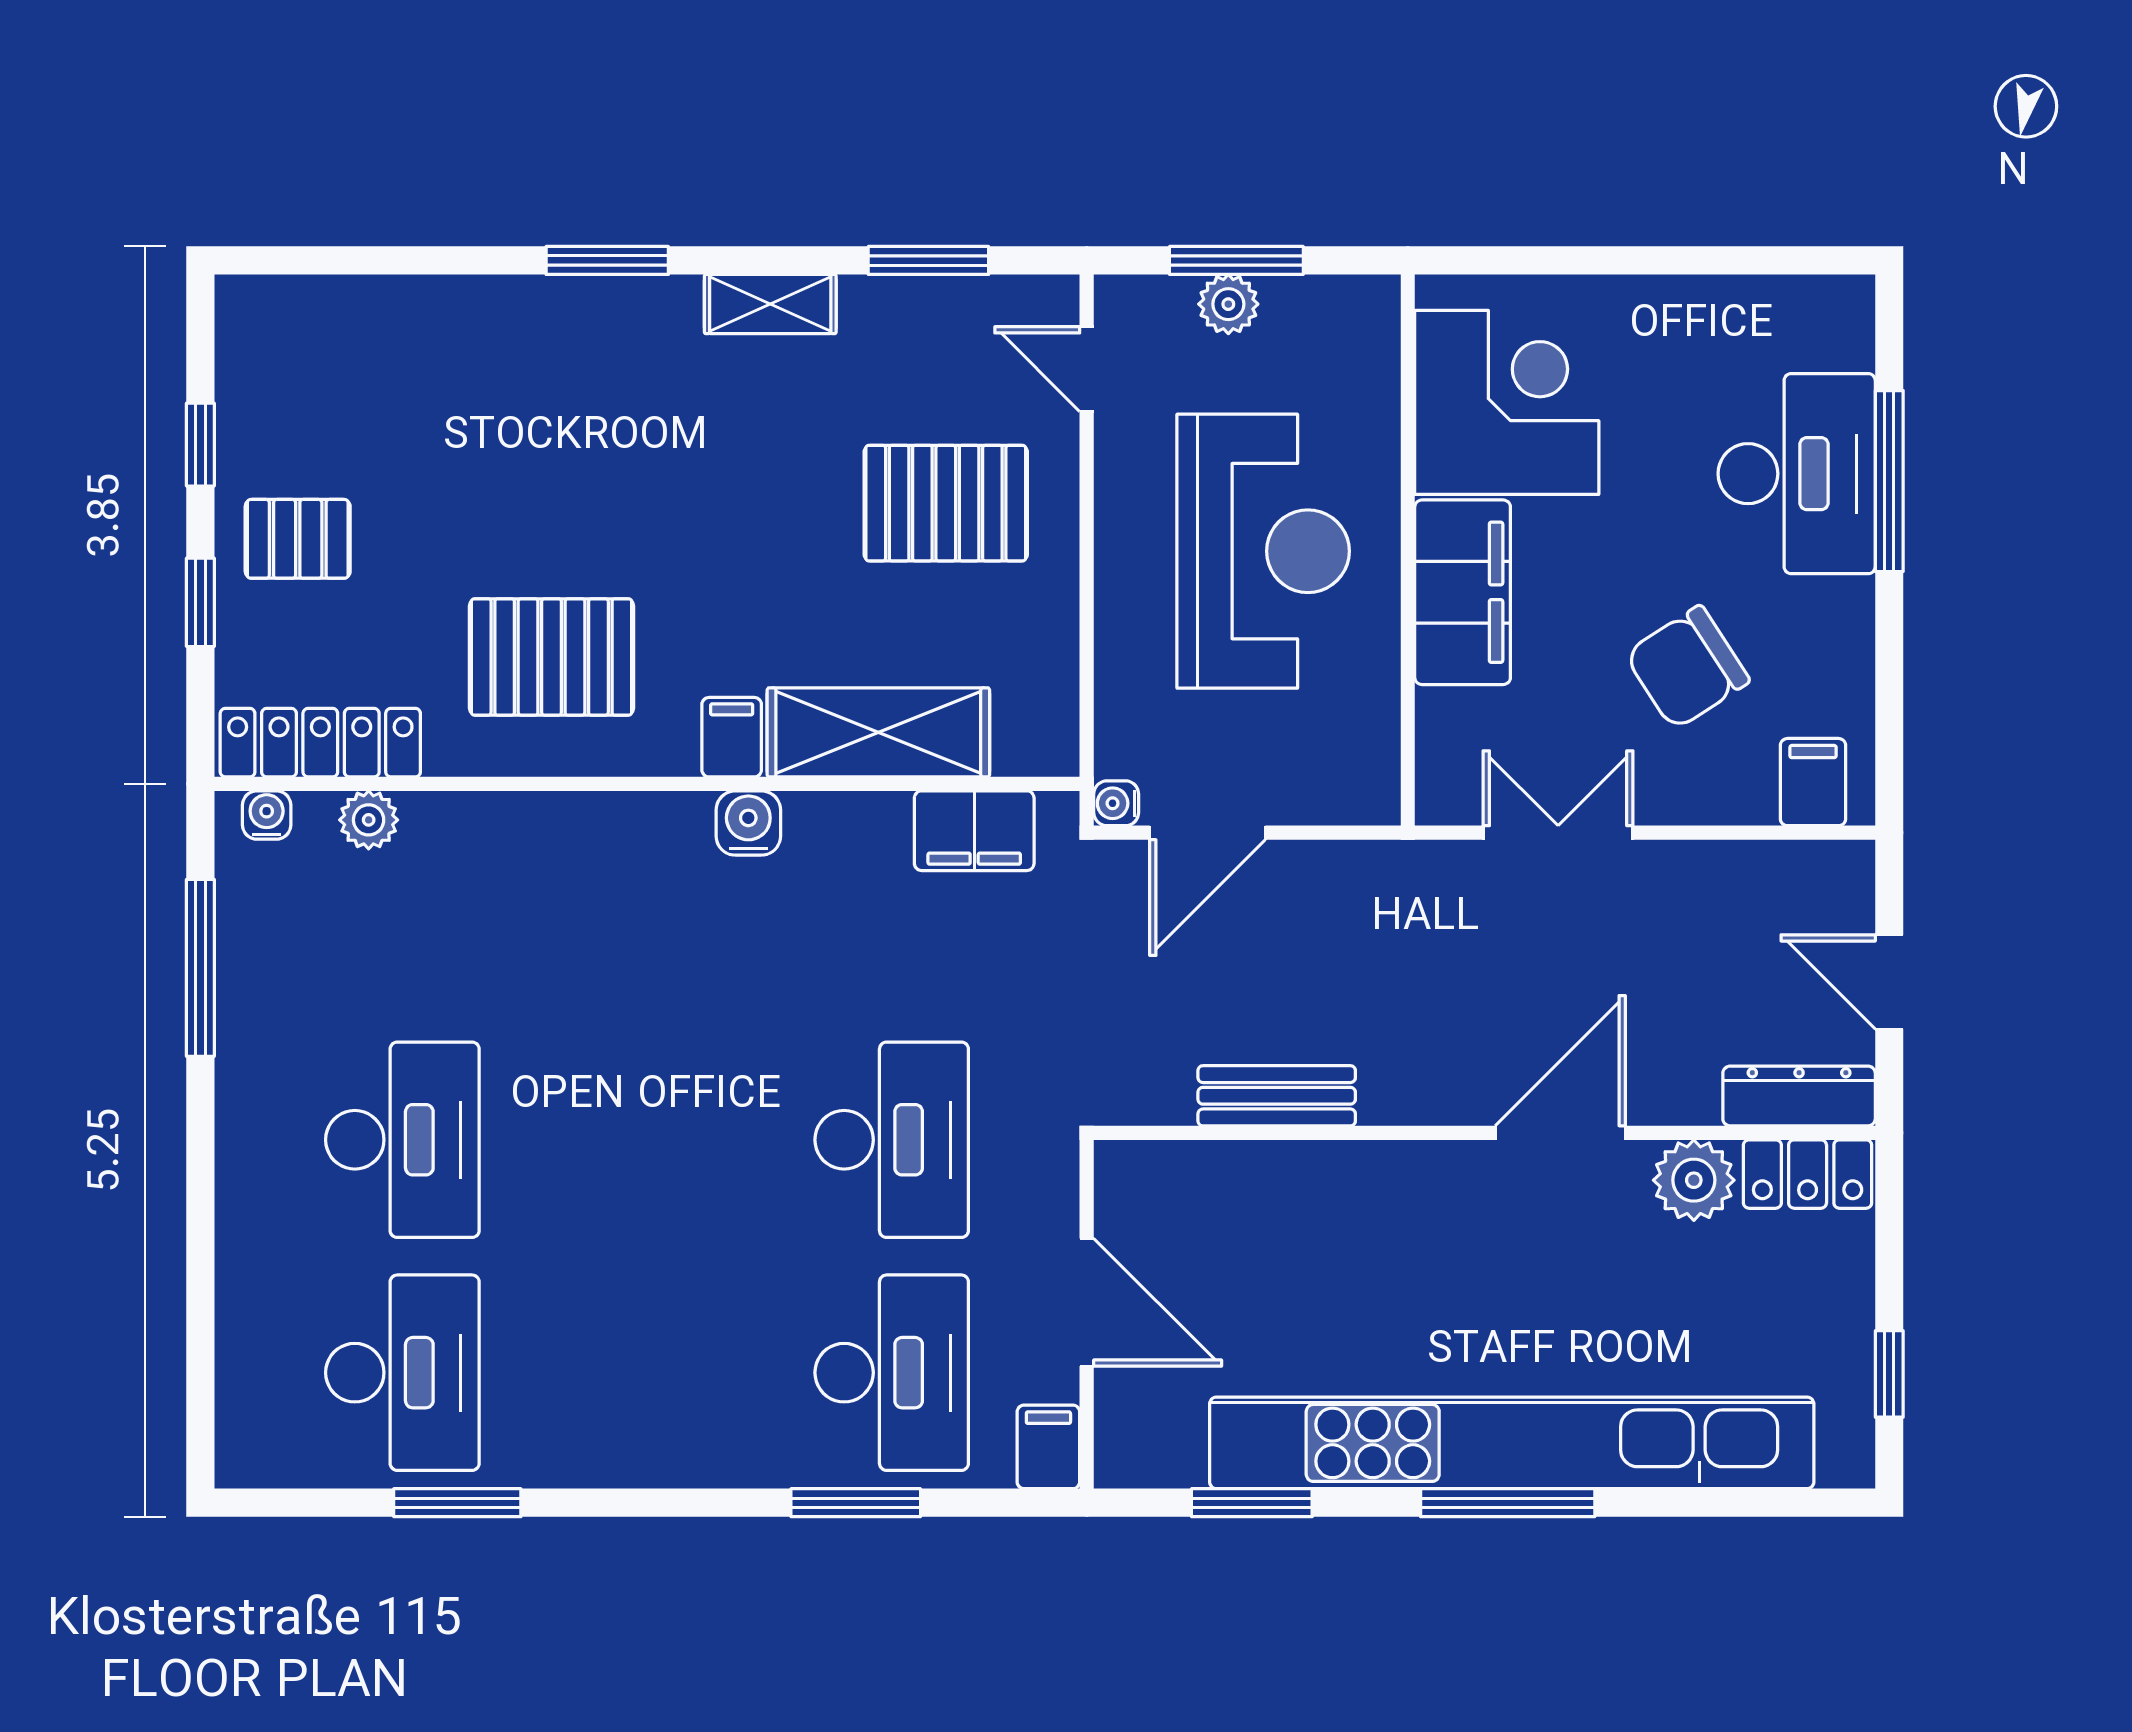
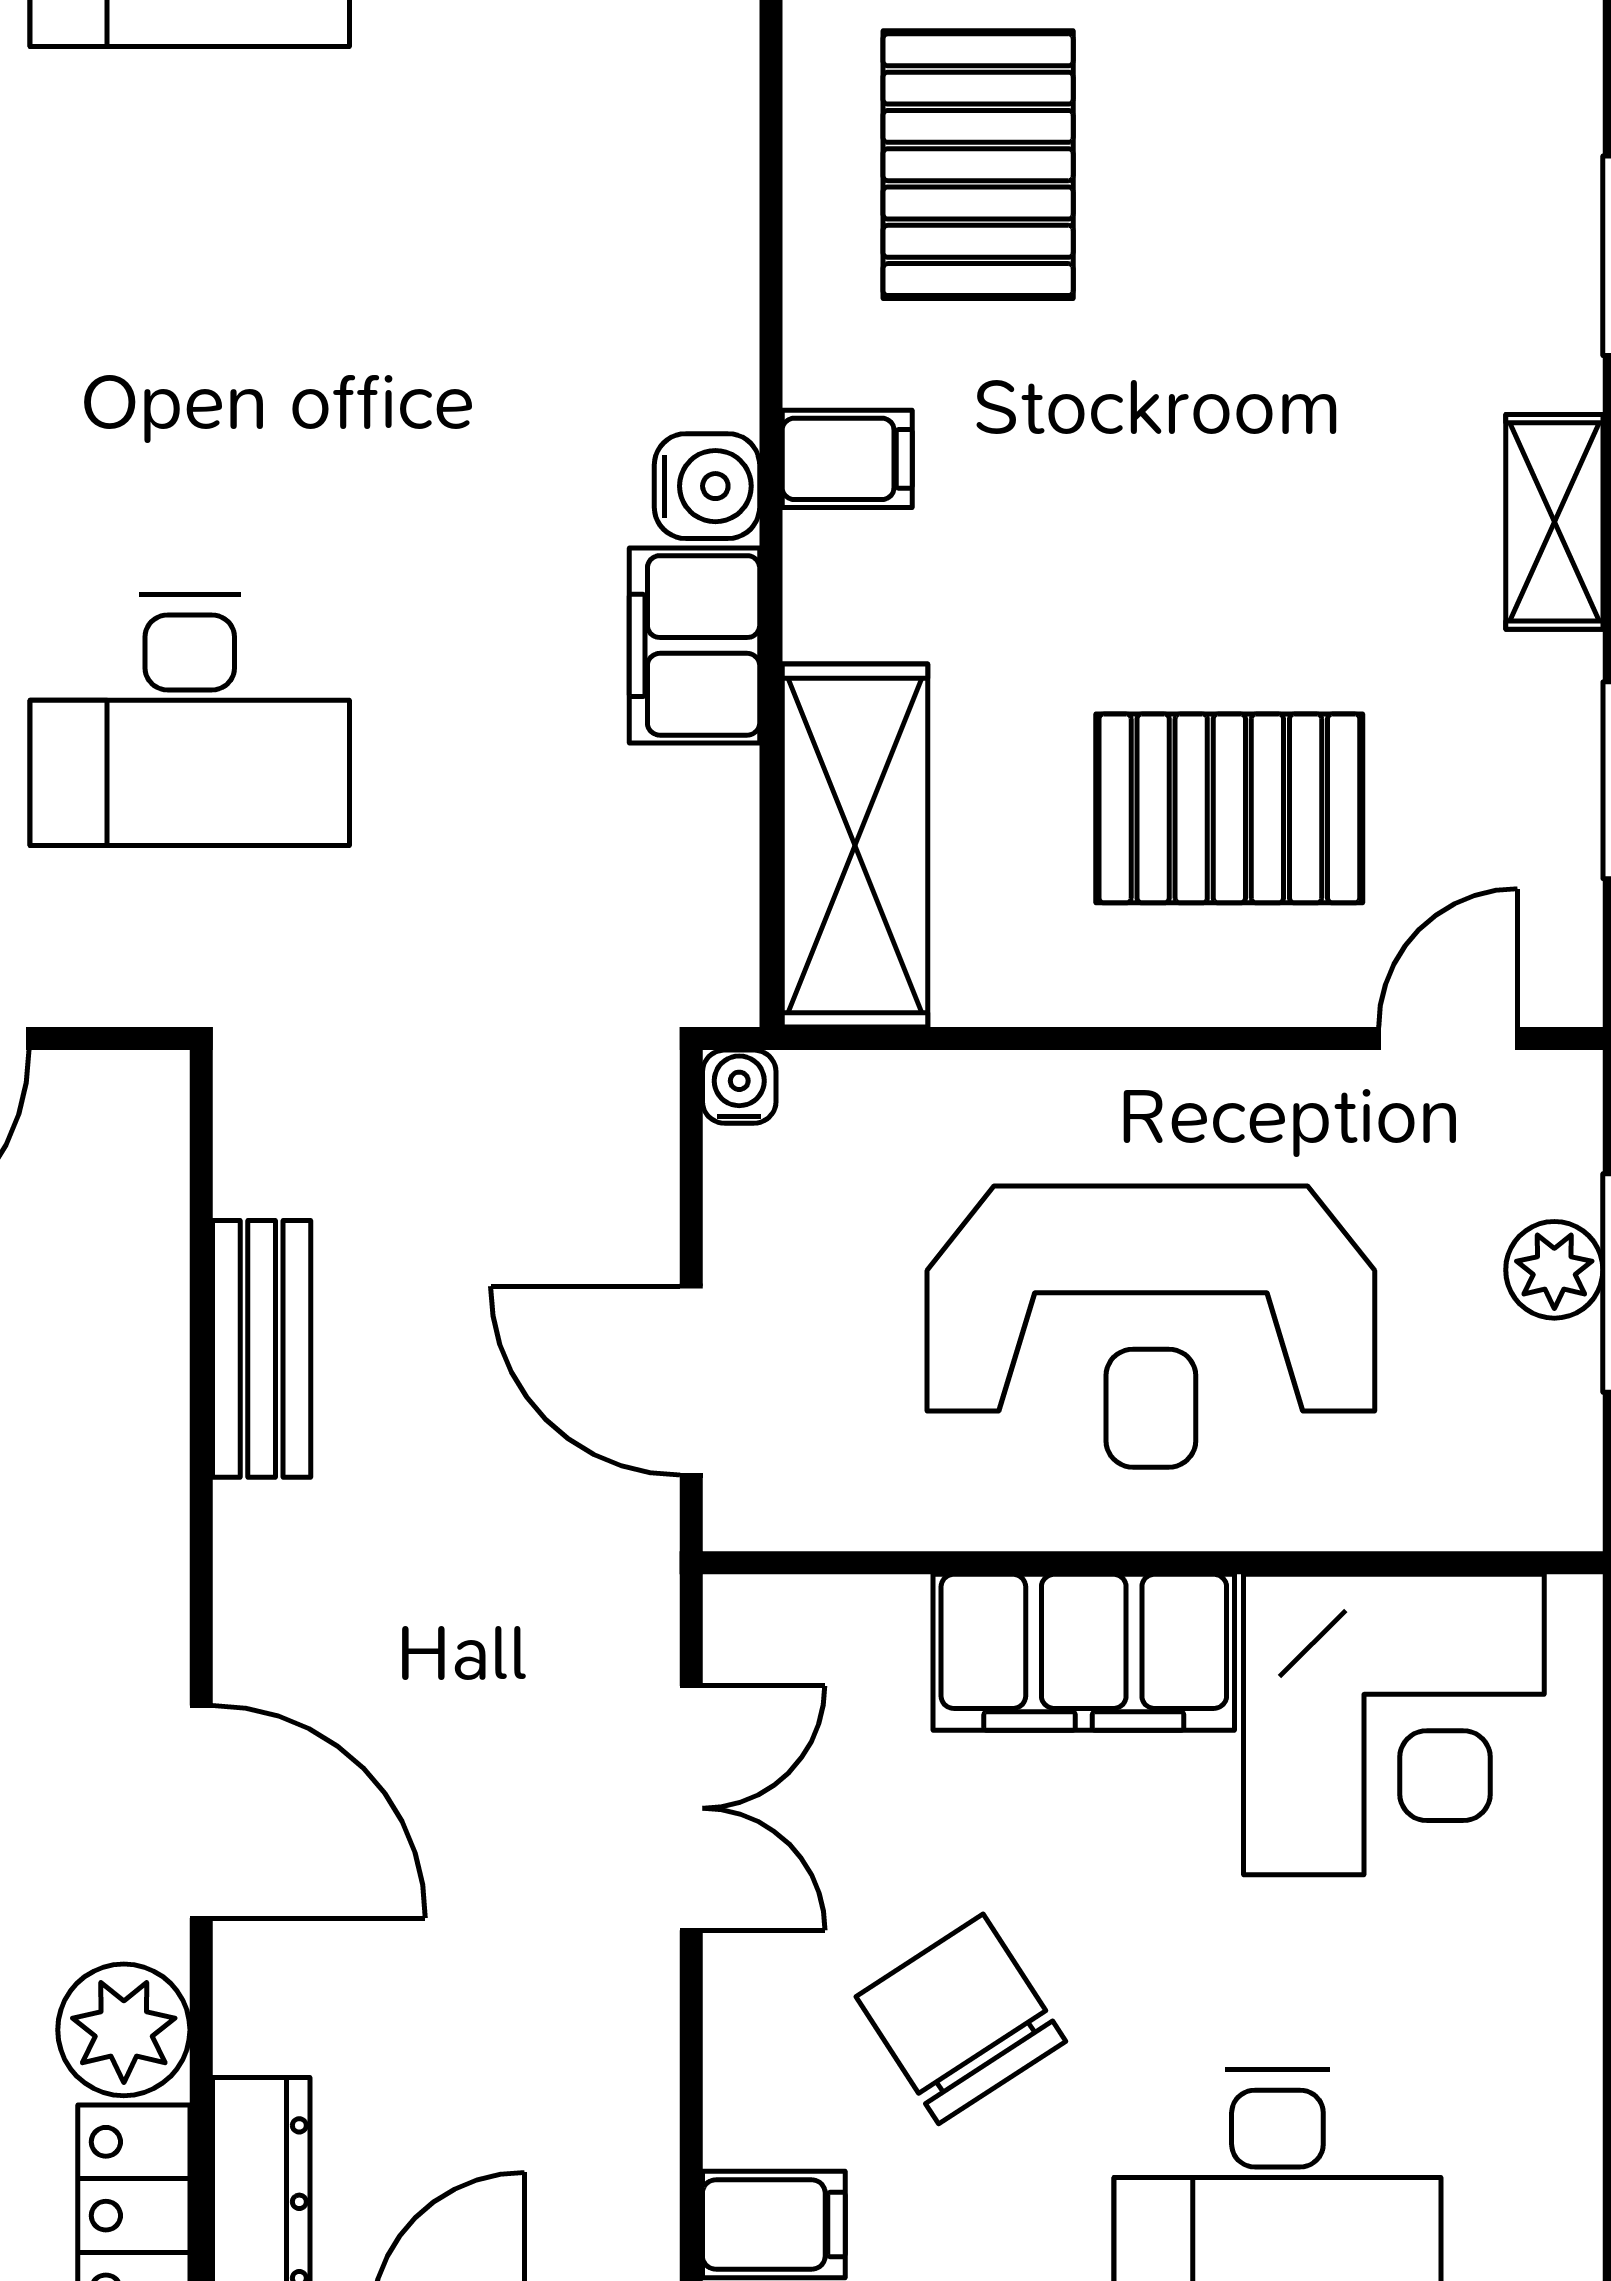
pallet: (946, 503) -> (1229, 808), turned 90
shelving: (878, 732) -> (855, 845), moved
filing cabinet: (974, 831) -> (694, 645), moved
door: (1208, 833) -> (691, 1381), moved

